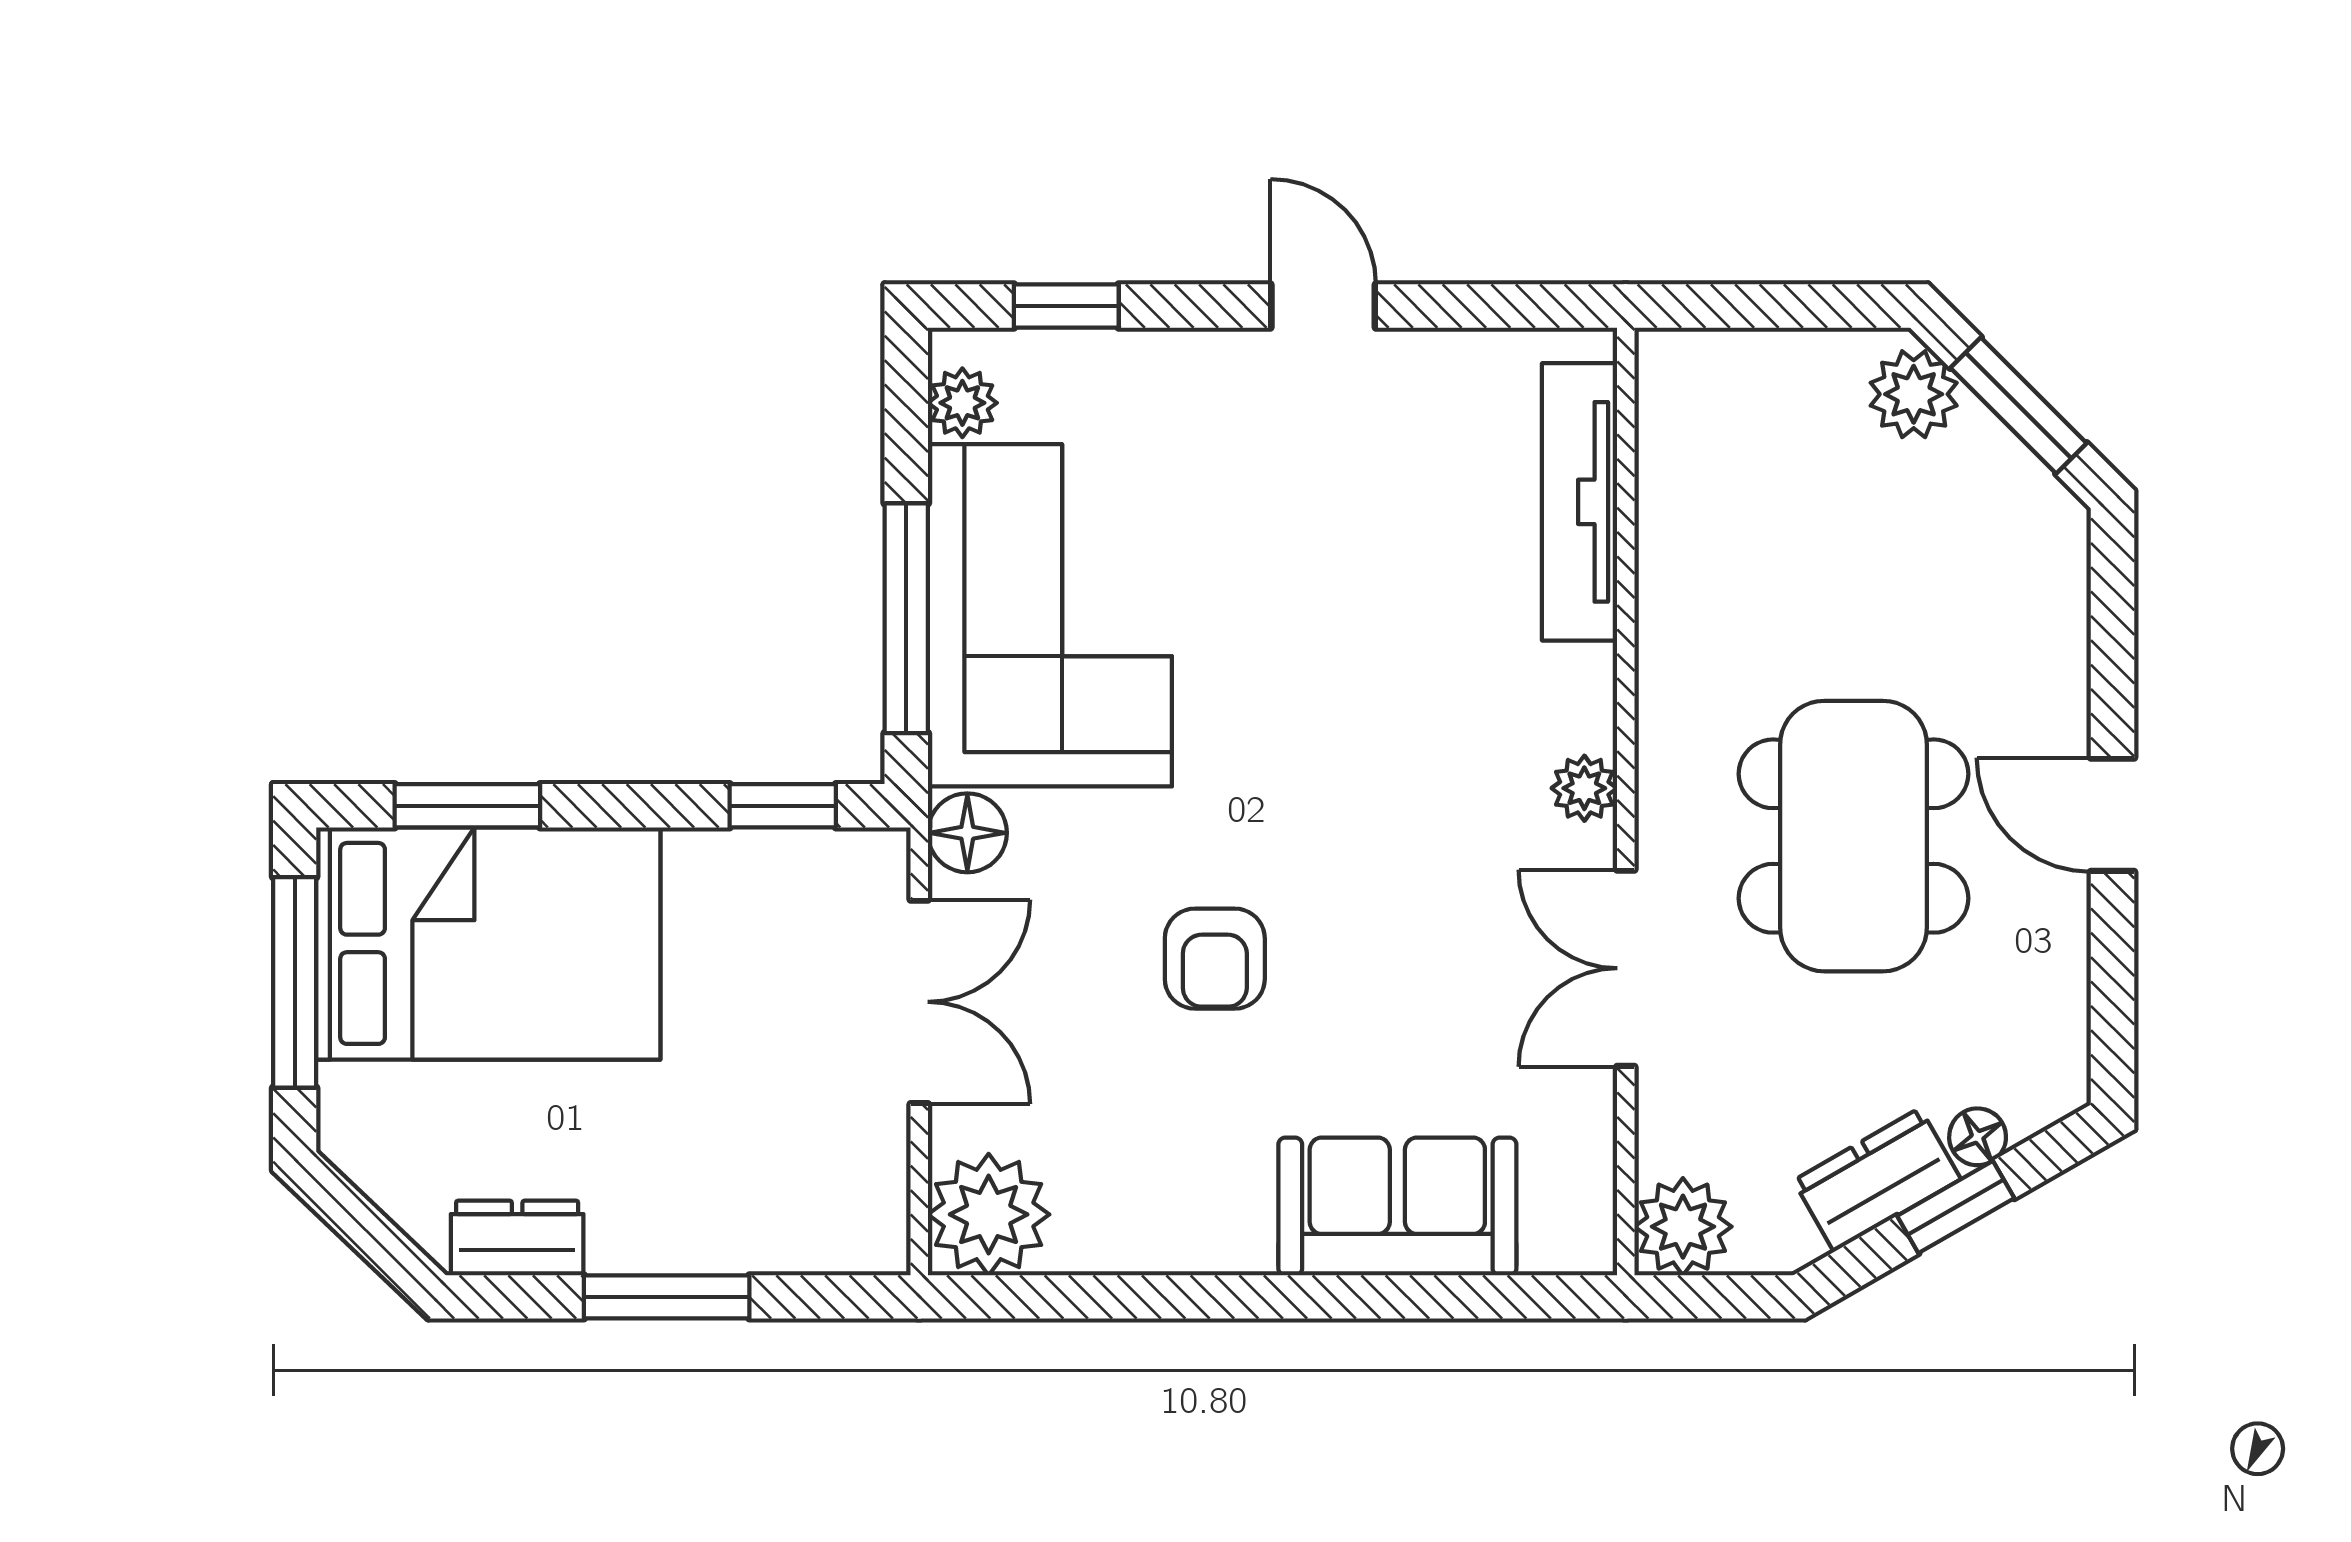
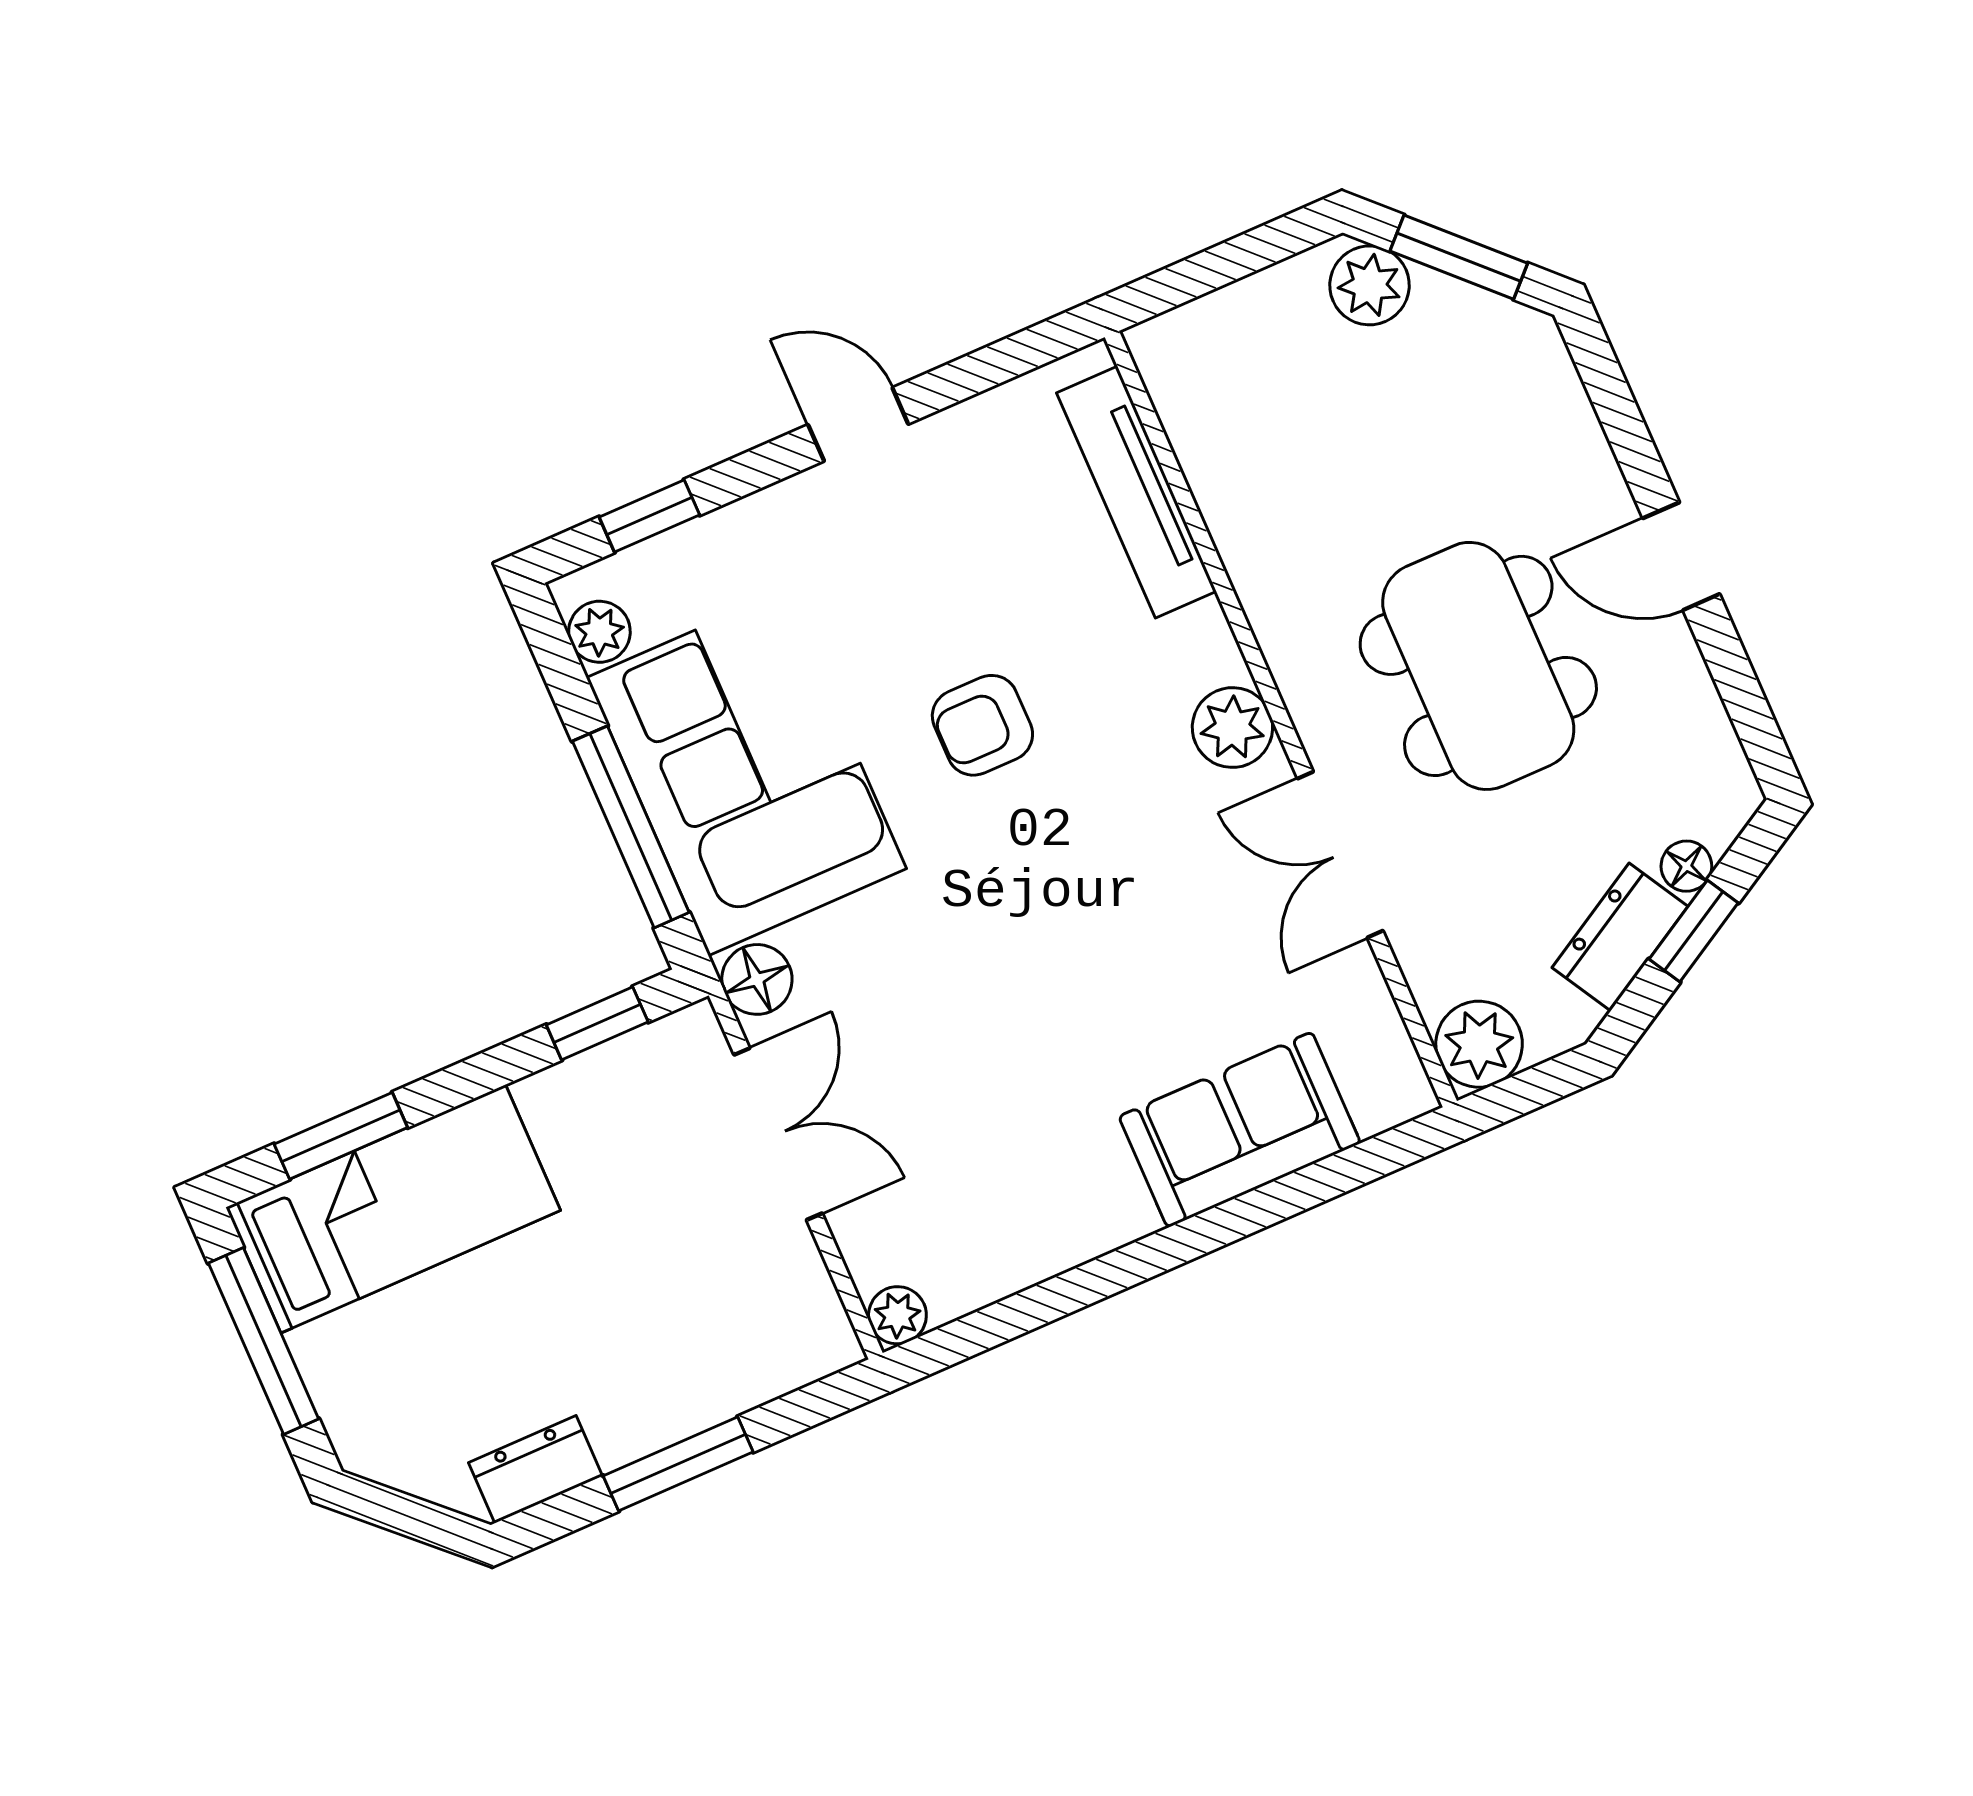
plant: (1584, 788) -> (1232, 728), width x1.38, depth x1.38
bed: (488, 943) -> (393, 1209), width x0.67
armchair: (1215, 959) -> (982, 725), moved, turned 90
plant: (989, 1214) -> (897, 1315), width x0.53, depth x0.53

